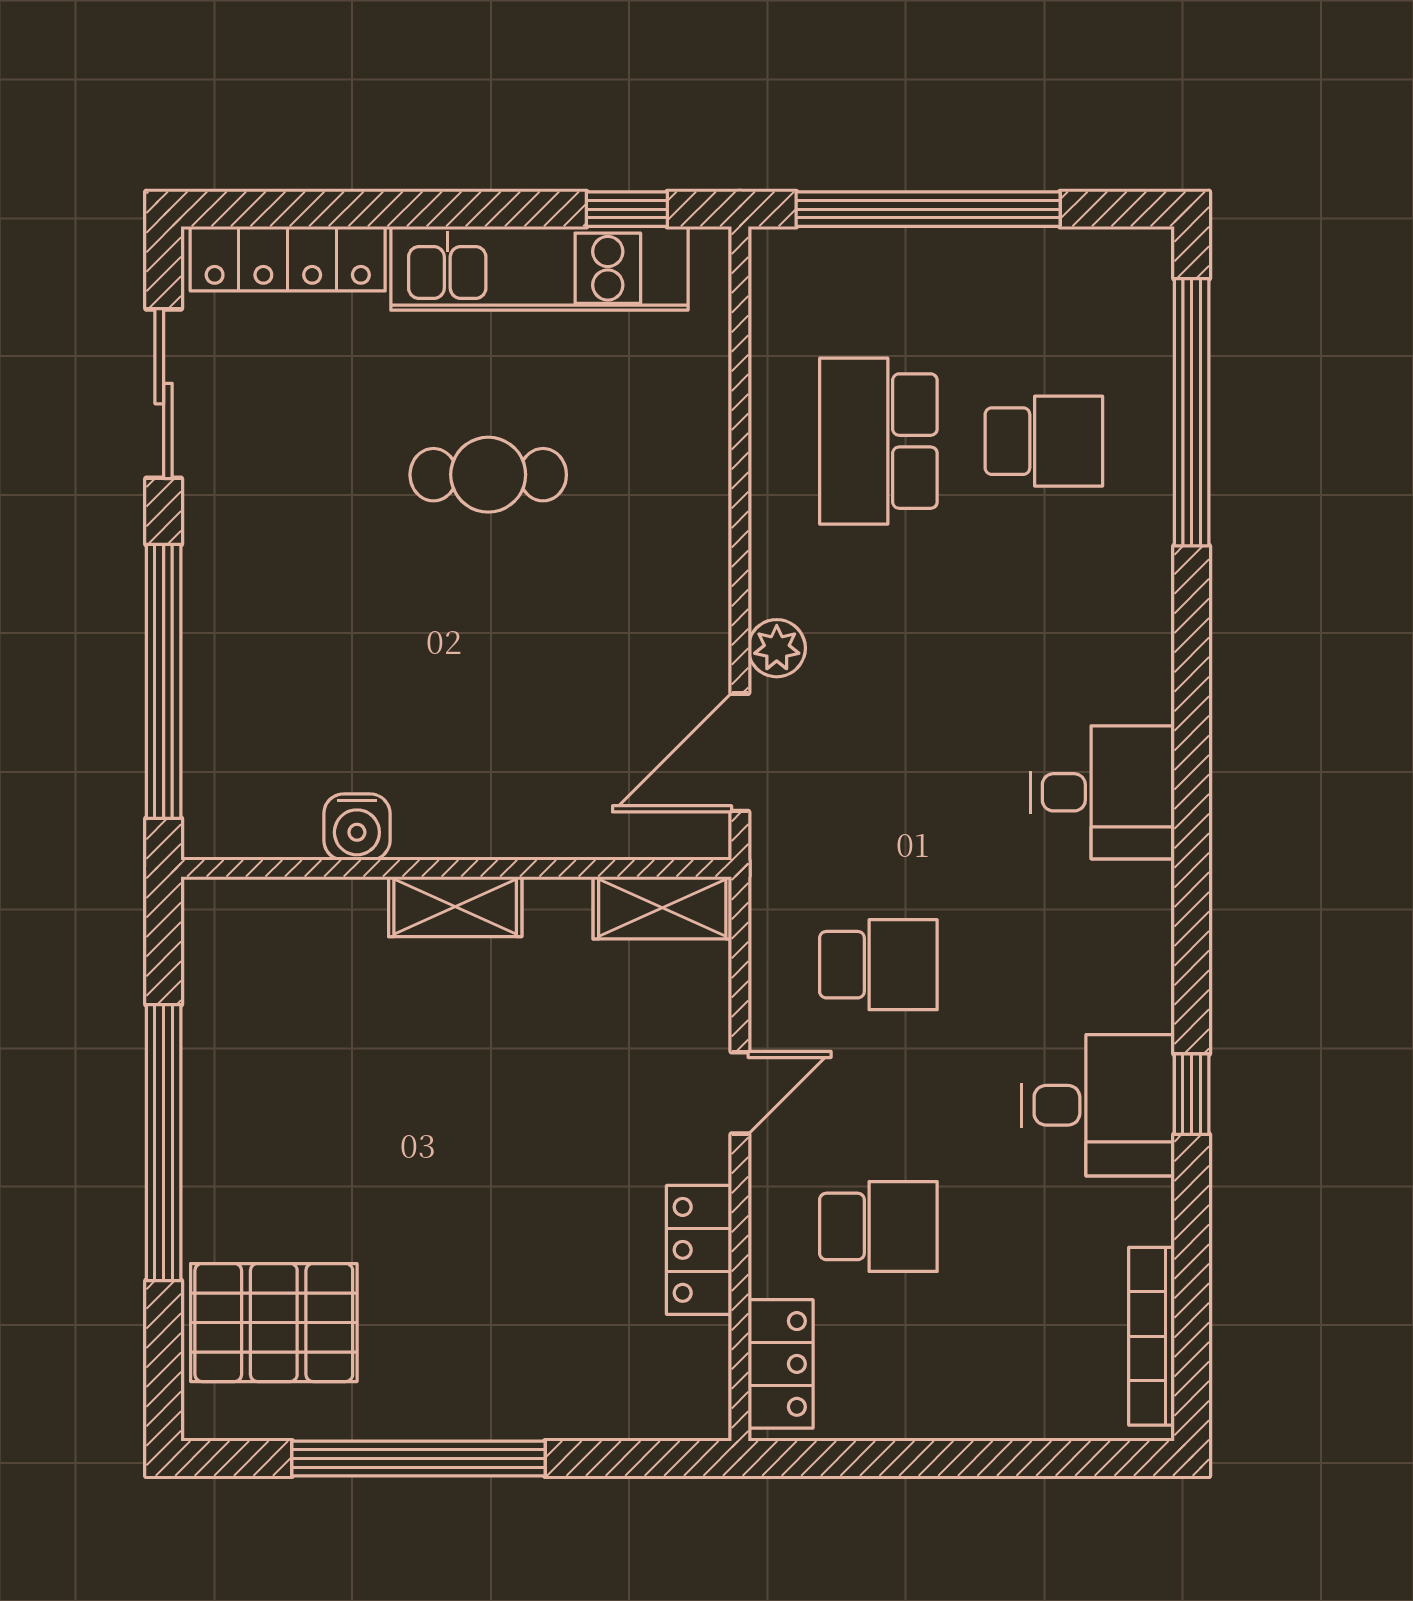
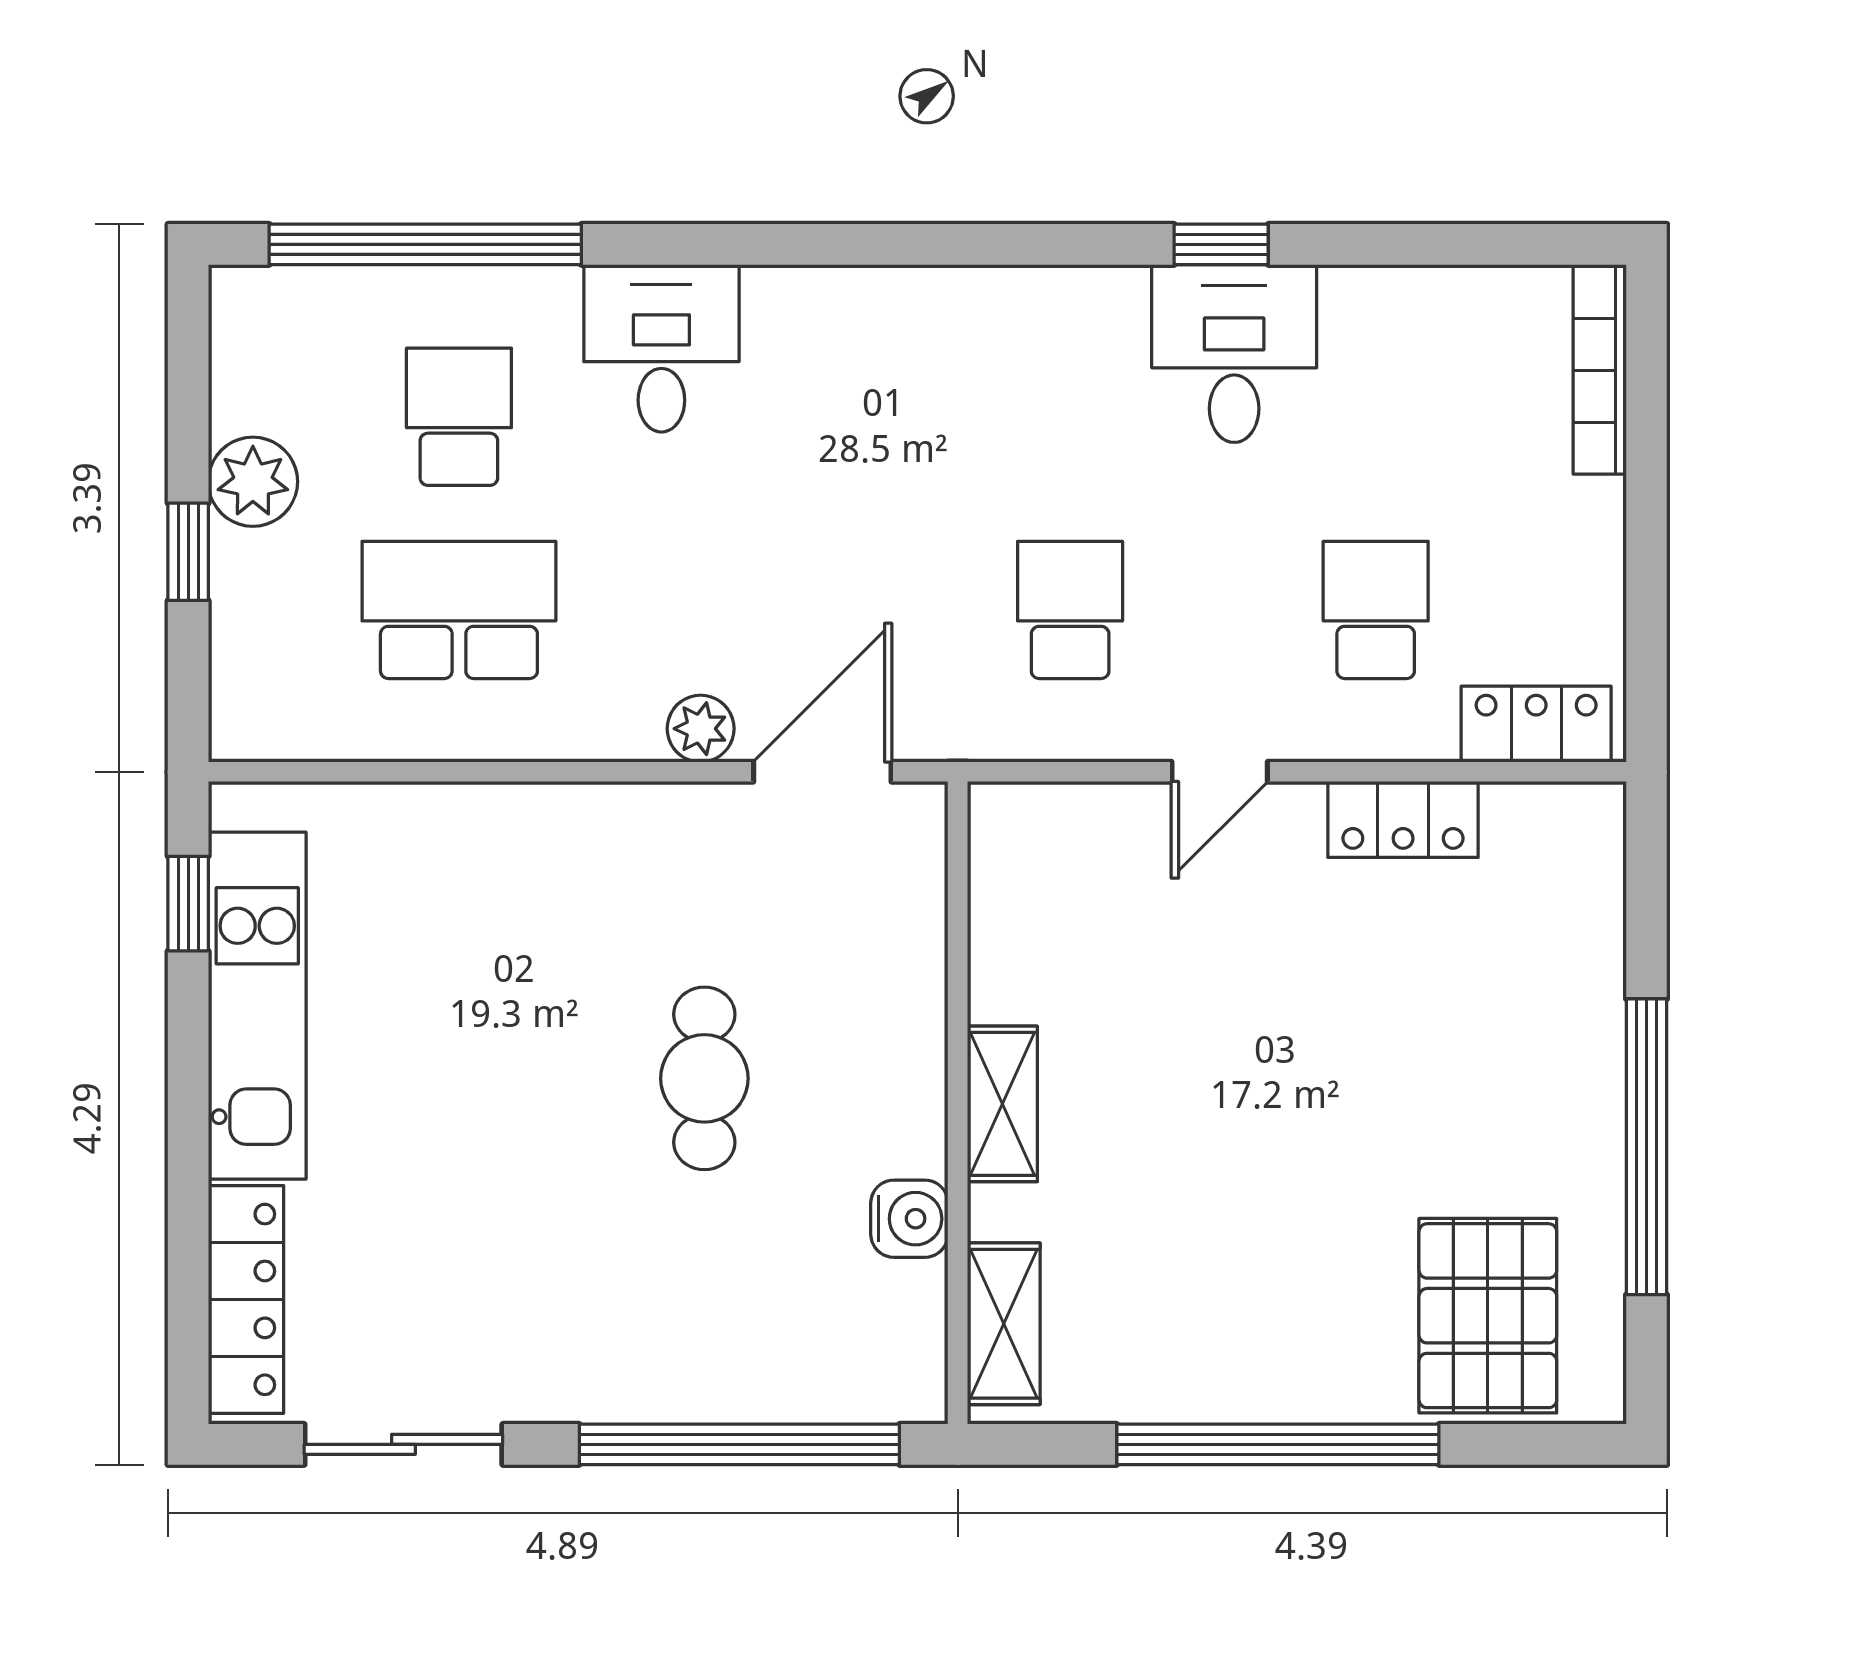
window: (928, 209) -> (188, 552), width x0.32
plant: (988, 265) -> (253, 482), added
school desk: (878, 441) -> (459, 610), turned 180
cafe table: (488, 475) -> (704, 1078), moved
door: (740, 752) -> (822, 772), swing flipped
desk: (1103, 792) -> (661, 348), moved
shelving: (662, 908) -> (1004, 1324), moved
door: (740, 1093) -> (1220, 772), swing flipped
bookcase: (1151, 1336) -> (1600, 370), moved, turned 90

